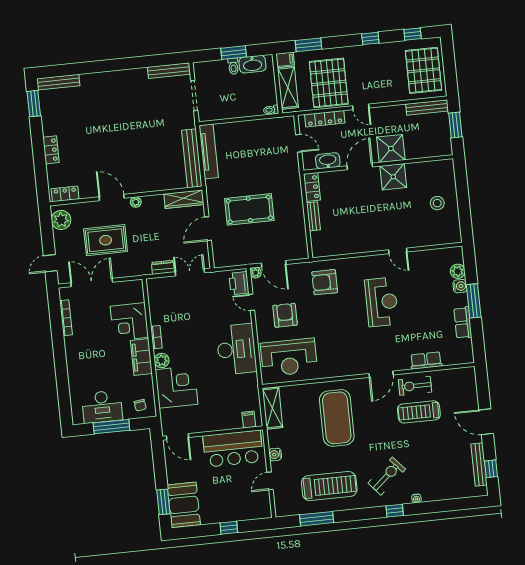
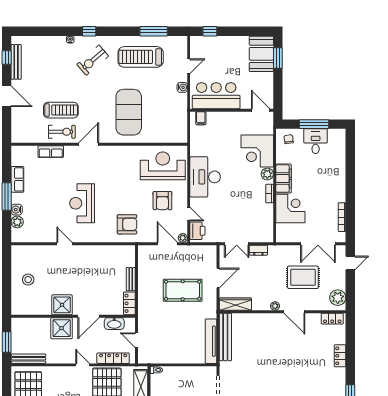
desk: (102, 407) -> (316, 141), width x0.73
shelving: (272, 408) -> (180, 126), removed
window: (229, 528) -> (210, 31), moved

